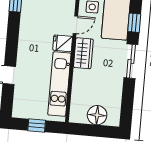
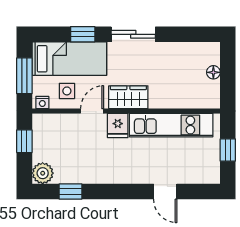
door: (75, 25) -> (92, 111), hinge flipped
floor lamp: (97, 115) -> (213, 72), width x0.53, depth x0.53

